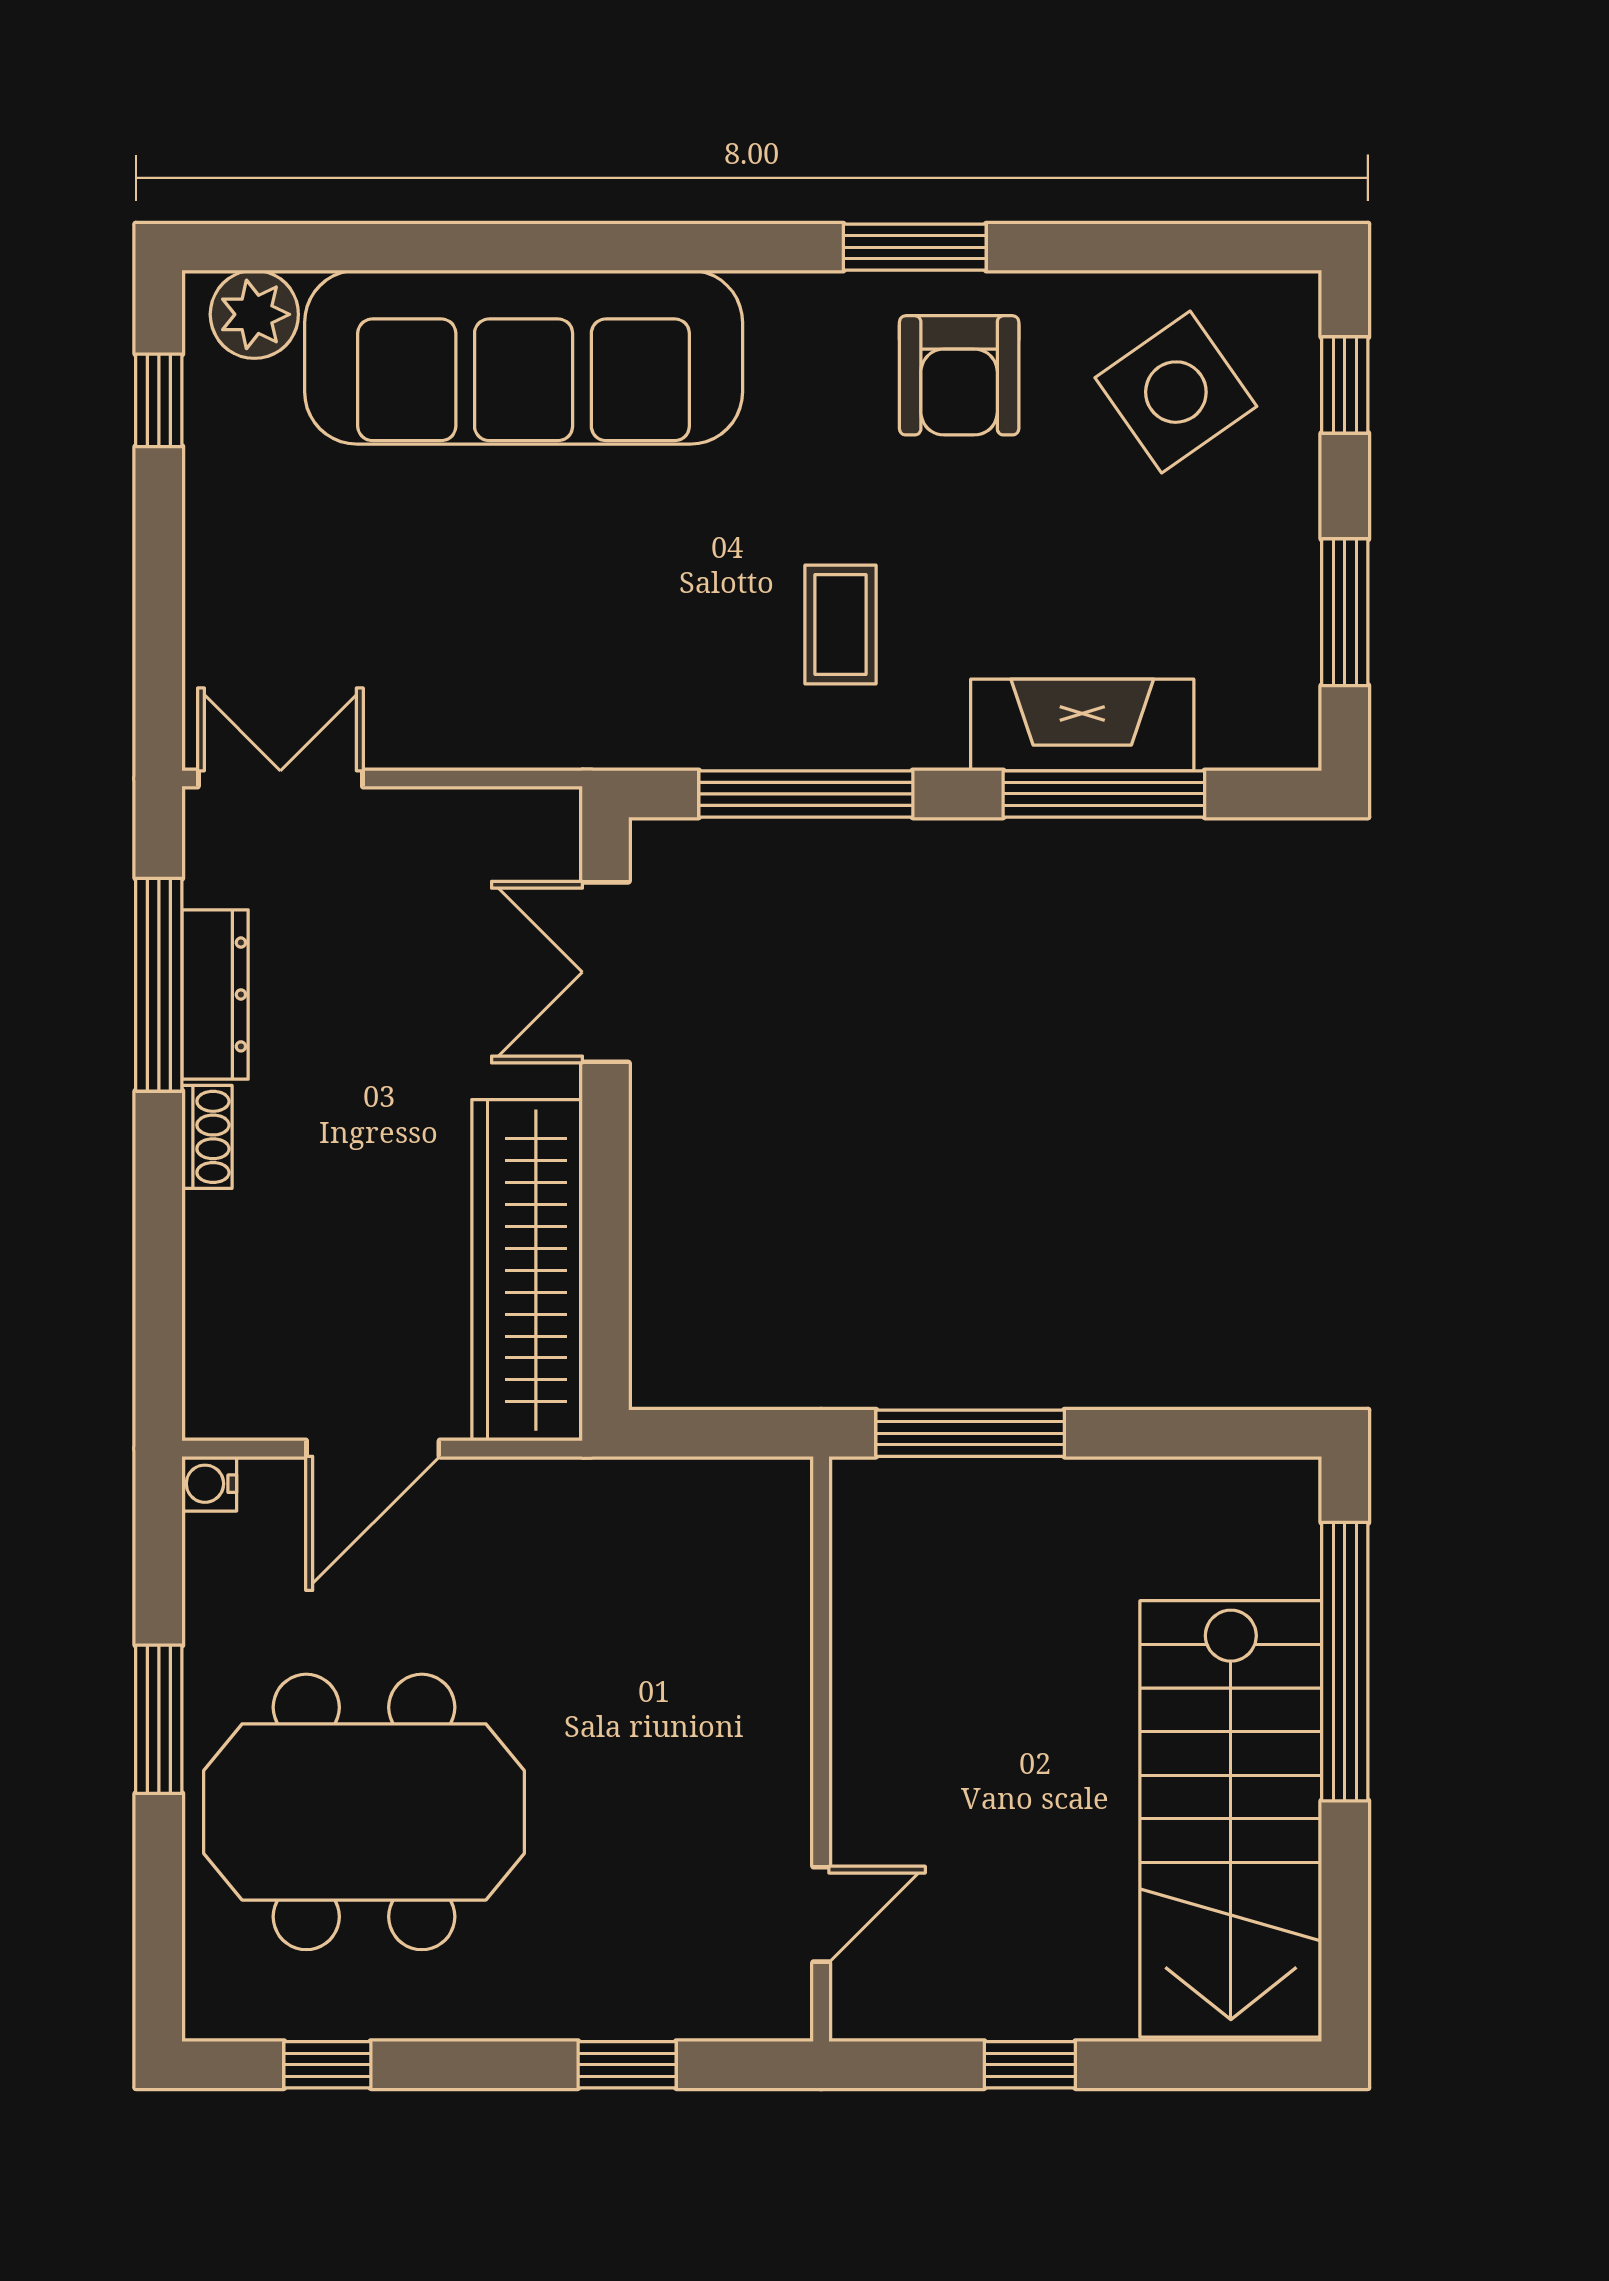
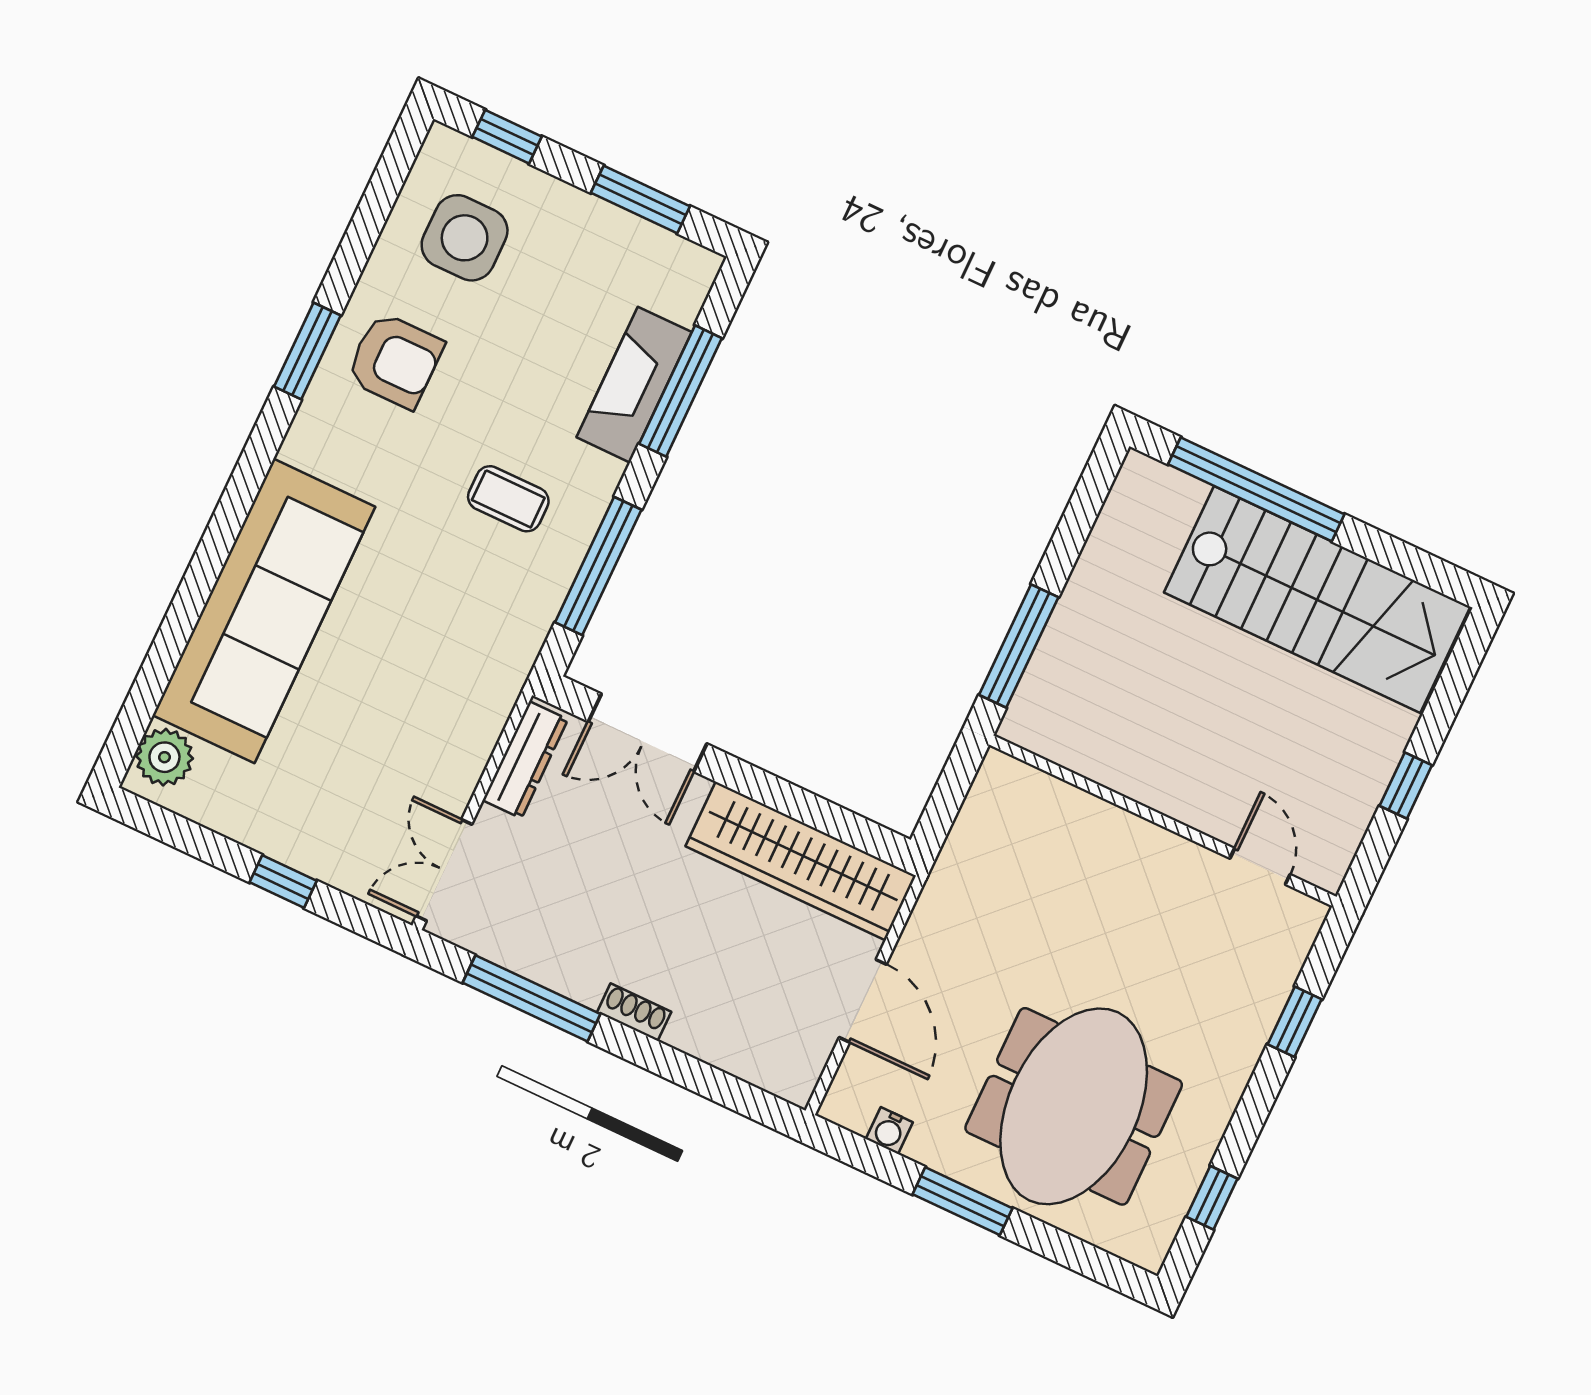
side table: (1176, 392) -> (465, 238), turned 35
window: (159, 400) -> (283, 881), moved
dresser: (215, 994) -> (525, 760), moved, turned 90
water cooler: (209, 1484) -> (889, 1131), moved

